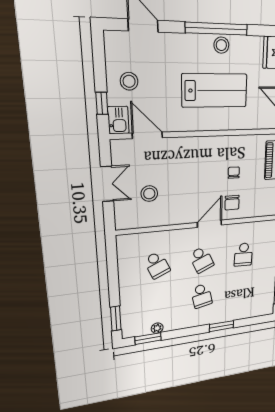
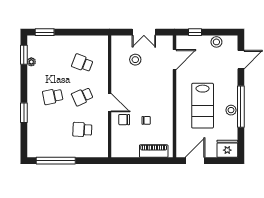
stool: (129, 81) -> (216, 42), moved
kitchen sink: (118, 120) -> (185, 42), removed
school desk: (157, 265) -> (82, 63), turned 45

